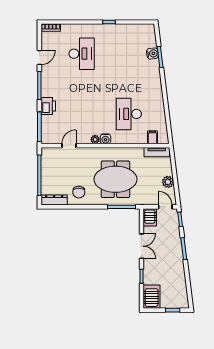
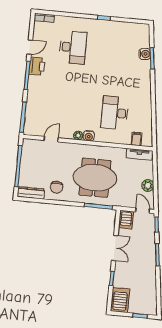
printer: (48, 106) -> (37, 66), moved

